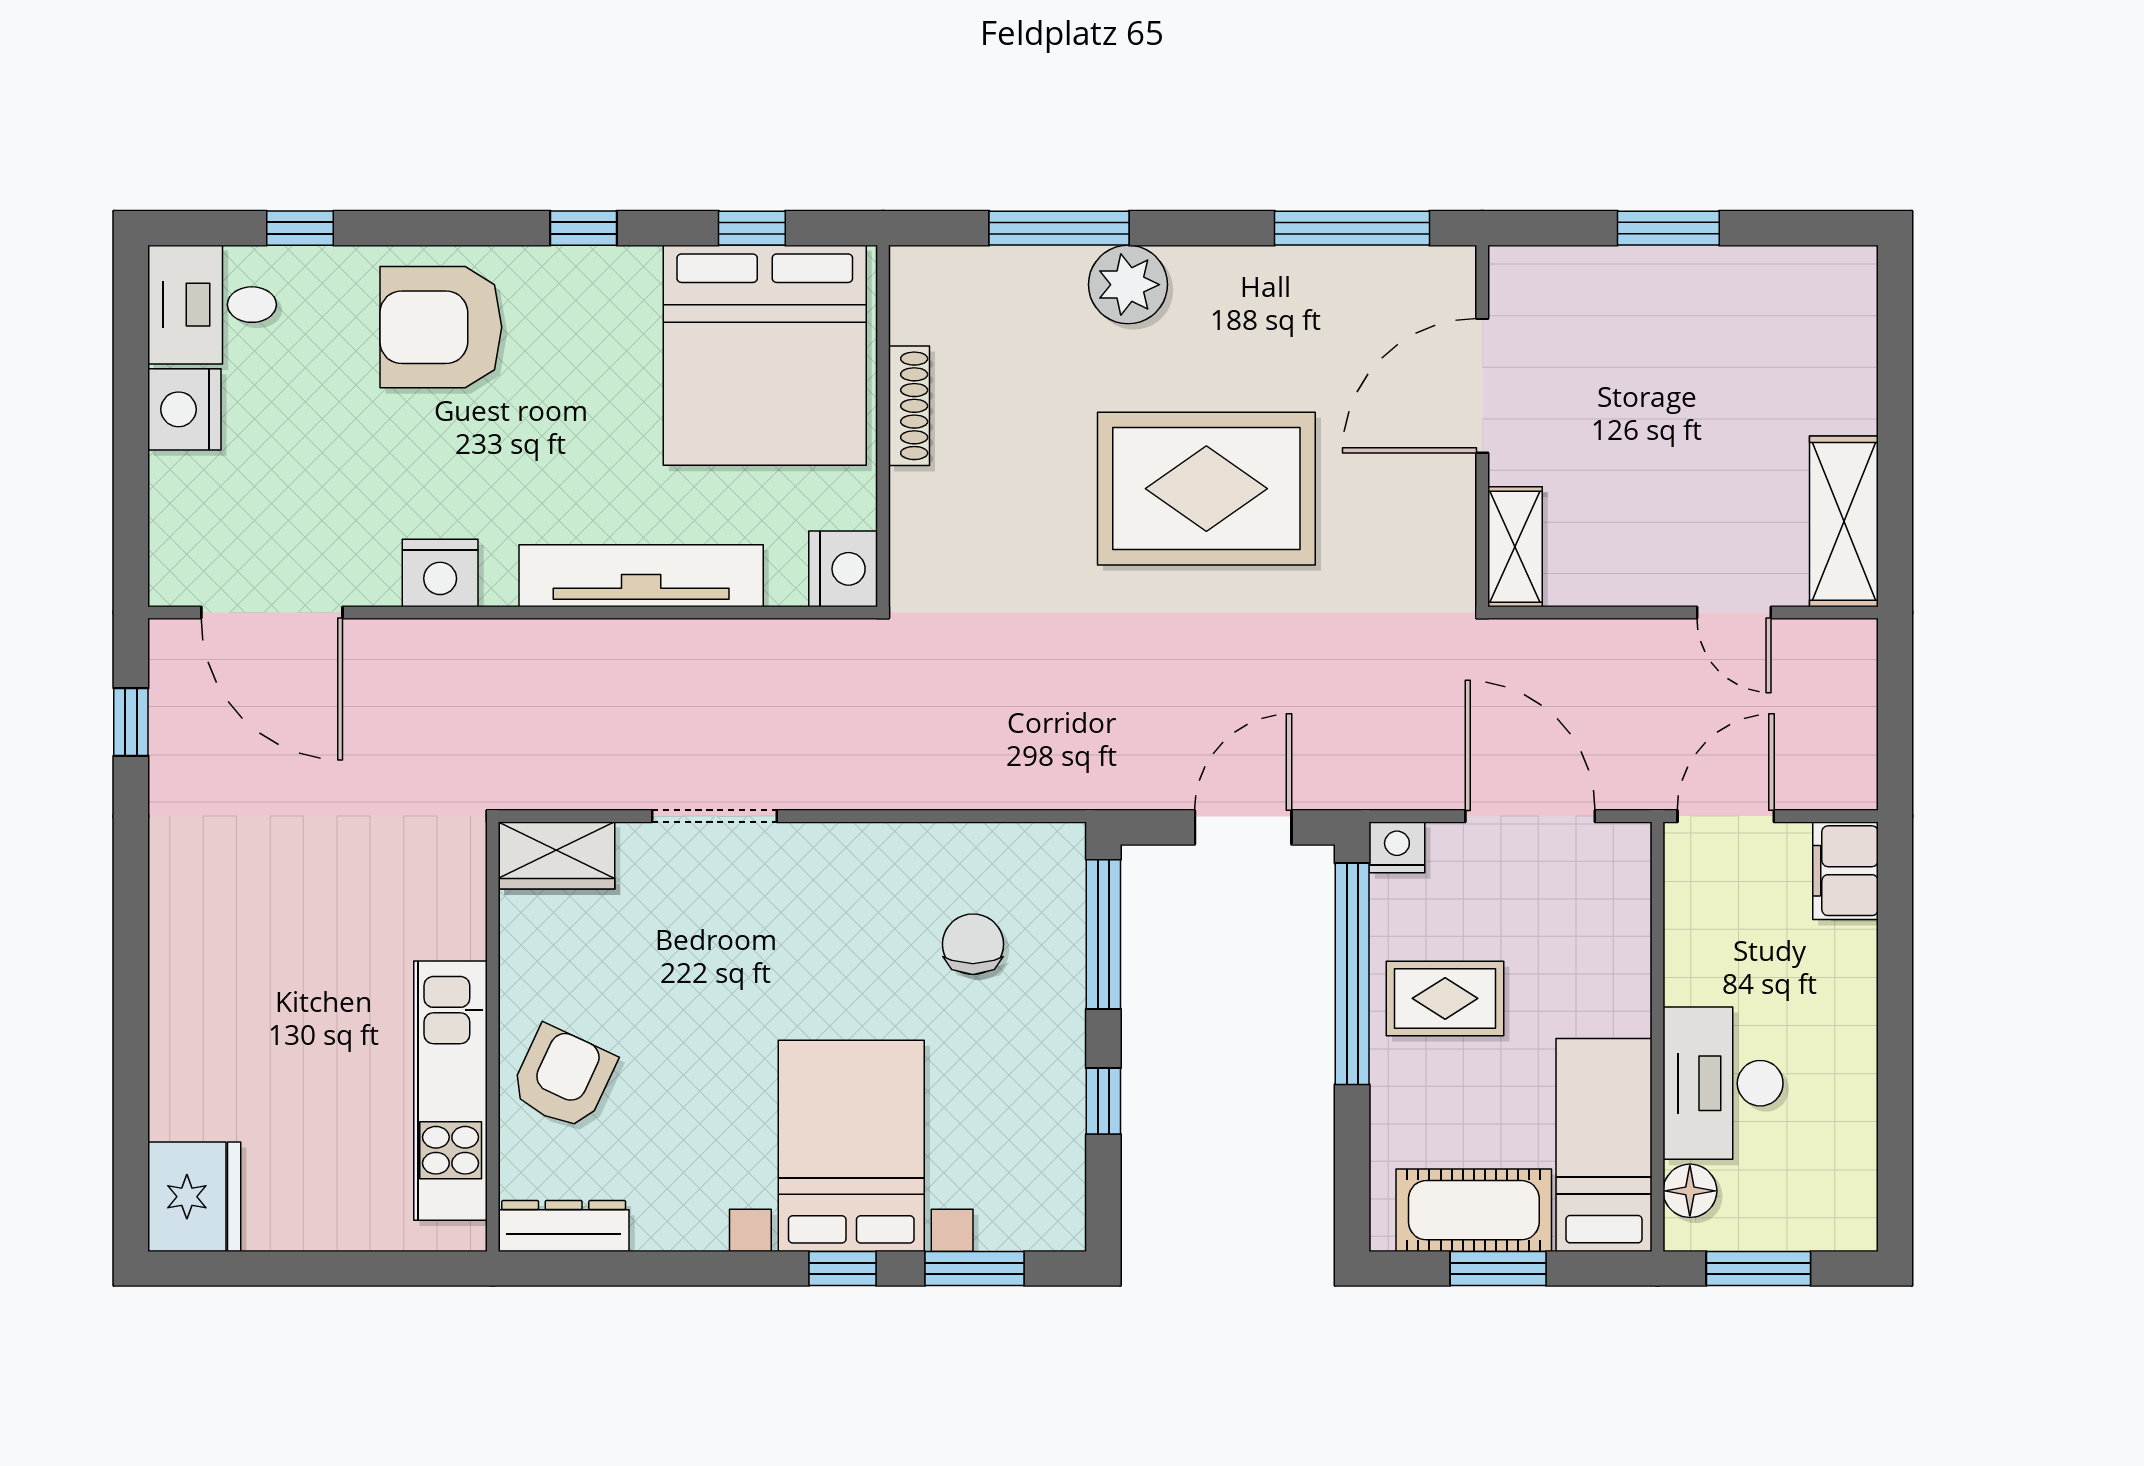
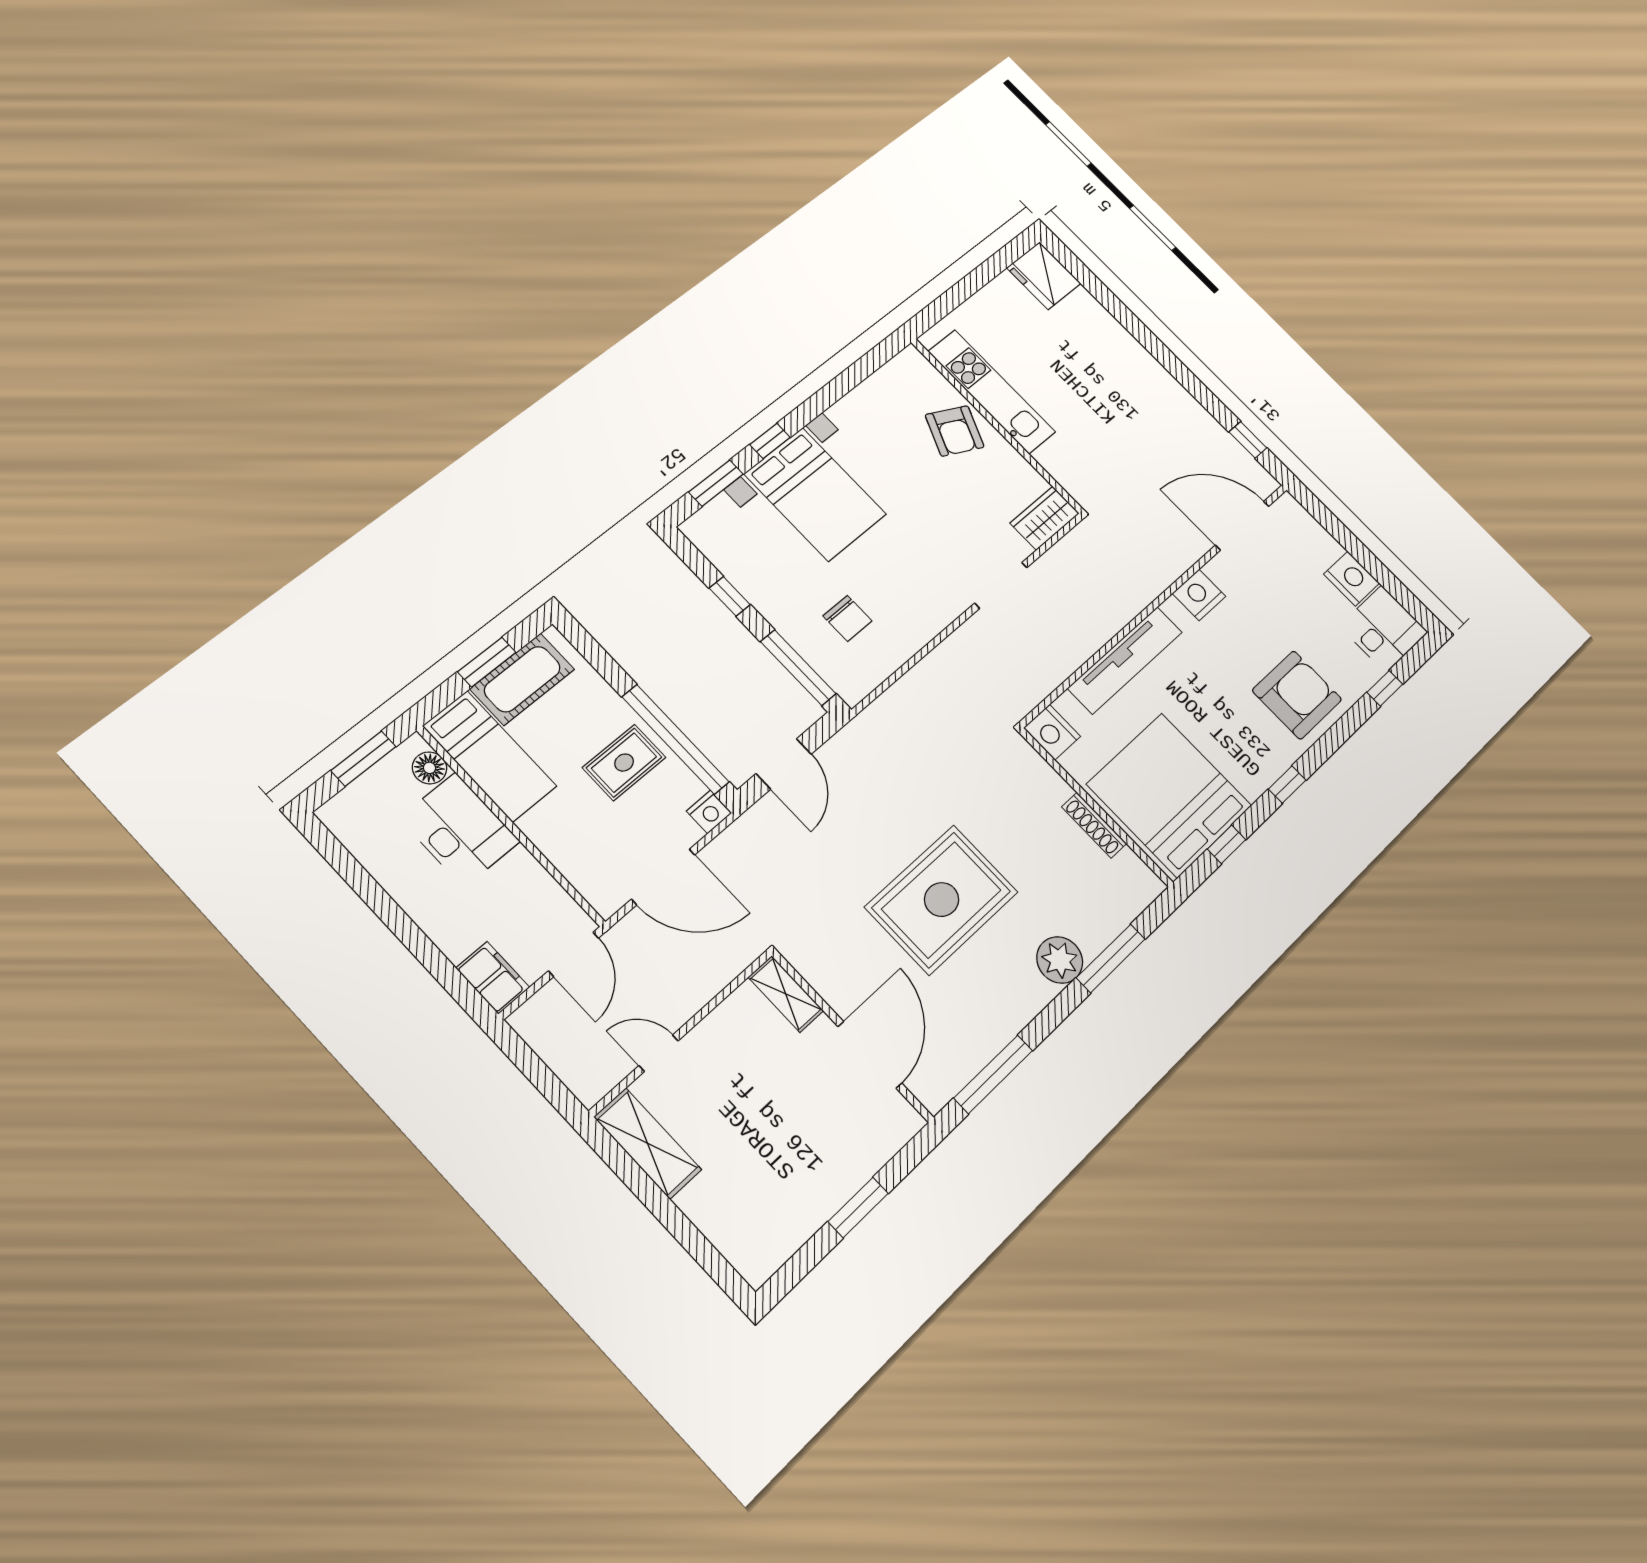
dresser: (564, 1226) -> (896, 372), removed

